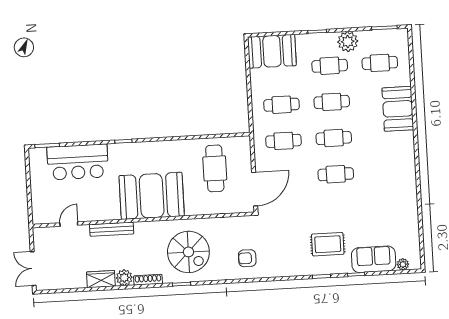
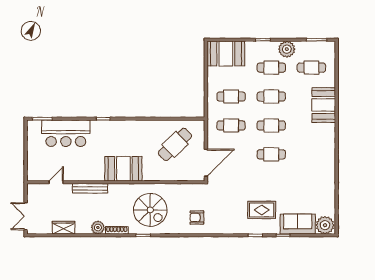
cafe table: (215, 168) -> (175, 144), turned 46
booth: (152, 196) -> (123, 169), width x0.73, depth x0.70
plant: (403, 264) -> (325, 225), width x1.88, depth x1.88
wardrobe: (101, 279) -> (64, 228), moved

